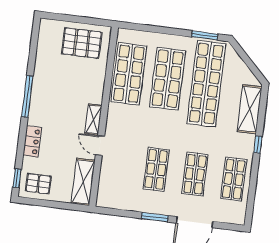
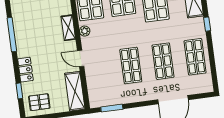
plant: (113, 115) -> (85, 31), added
shelving: (93, 120) -> (68, 28), moved
window: (17, 178) -> (19, 91), moved
window: (155, 217) -> (112, 108), moved

